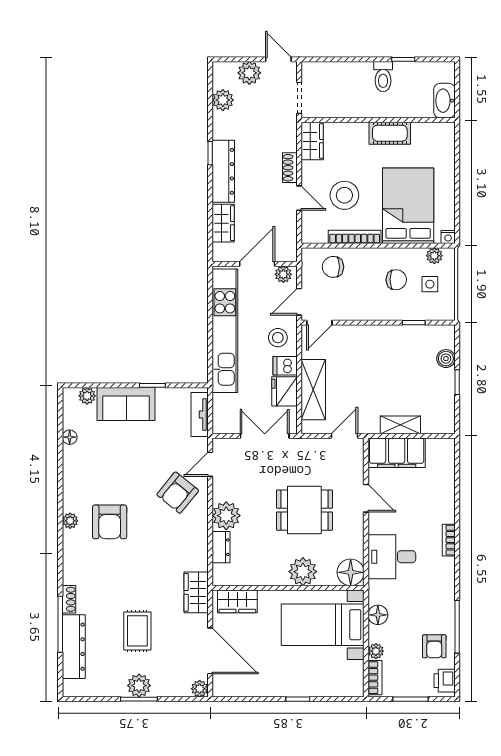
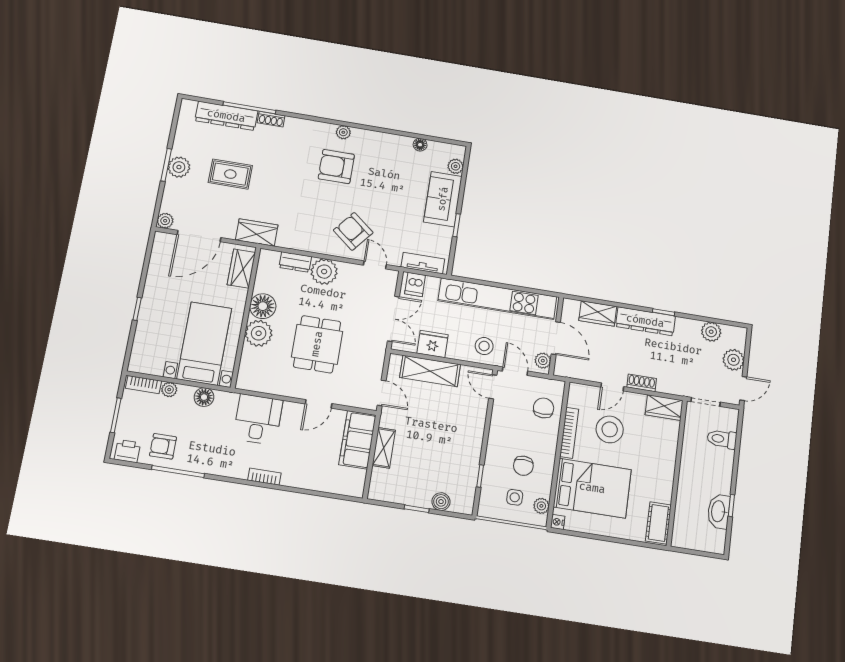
toilet: (383, 77) -> (722, 439), moved
washbasin: (444, 101) -> (719, 511), moved, turned -90
cot: (390, 133) -> (658, 523), moved
dishwasher: (285, 366) -> (415, 284), moved, turned 180
floor lamp: (351, 572) -> (263, 306), moved

